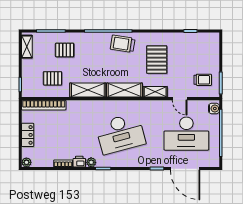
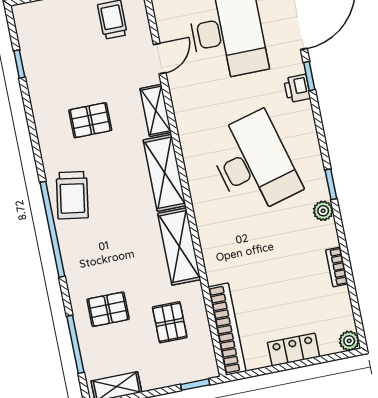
pallet: (65, 50) -> (108, 309), turned 90
pallet: (157, 60) -> (90, 120), width x0.67, depth x0.71
printer: (79, 162) -> (297, 88), moved

